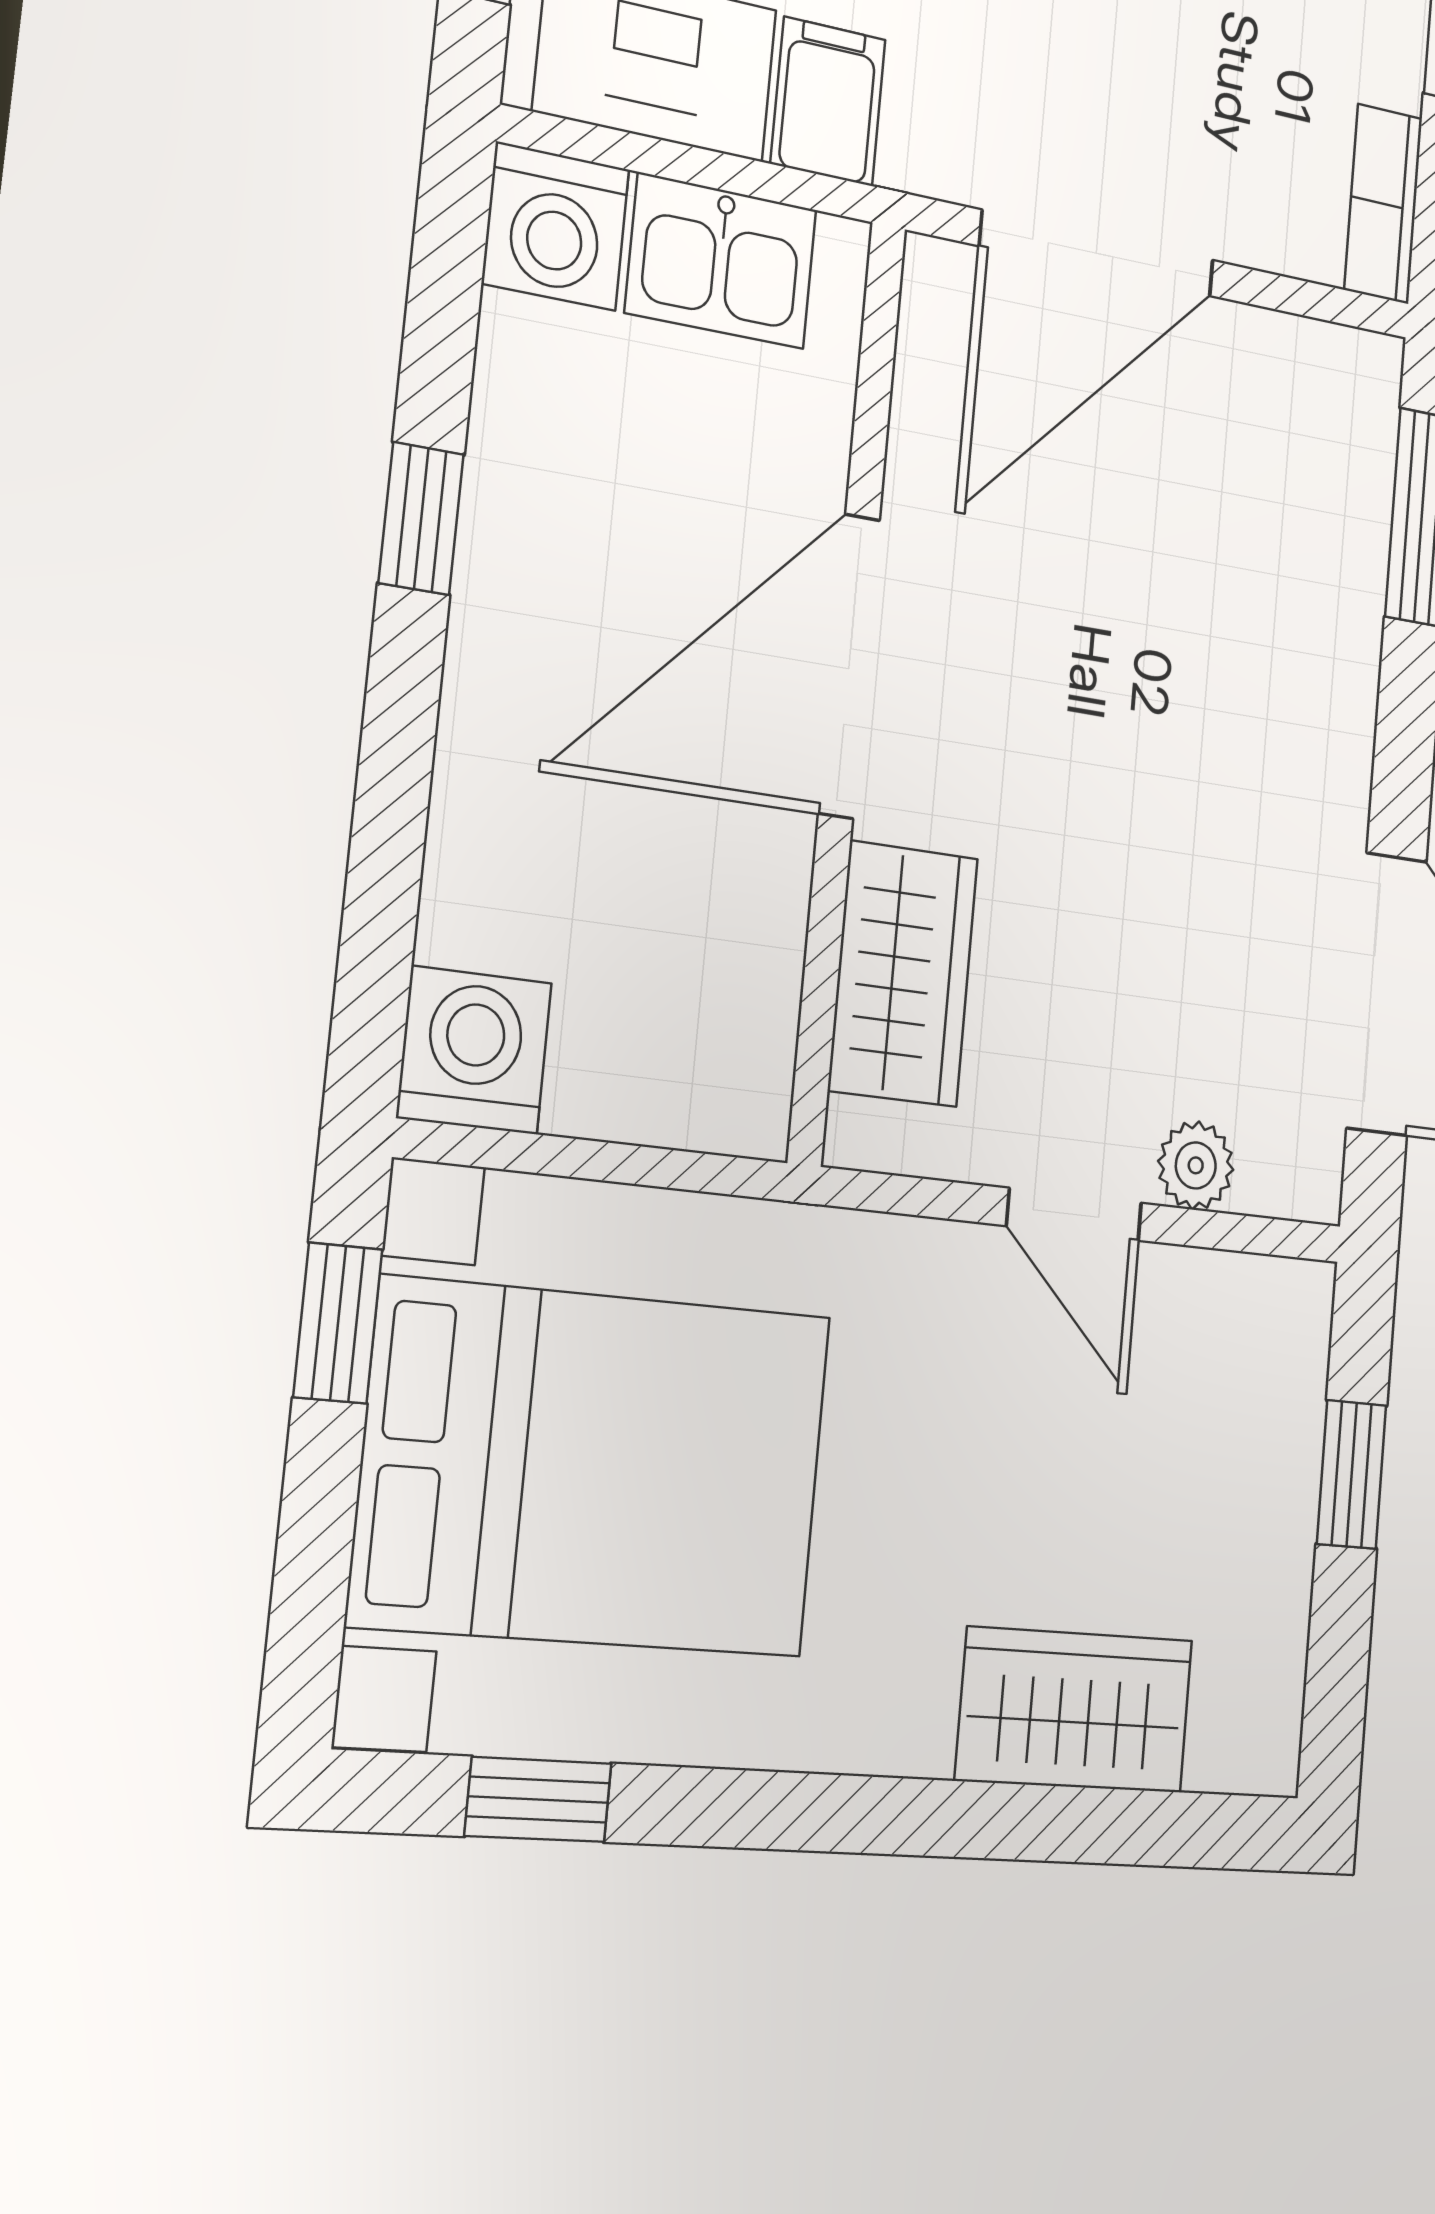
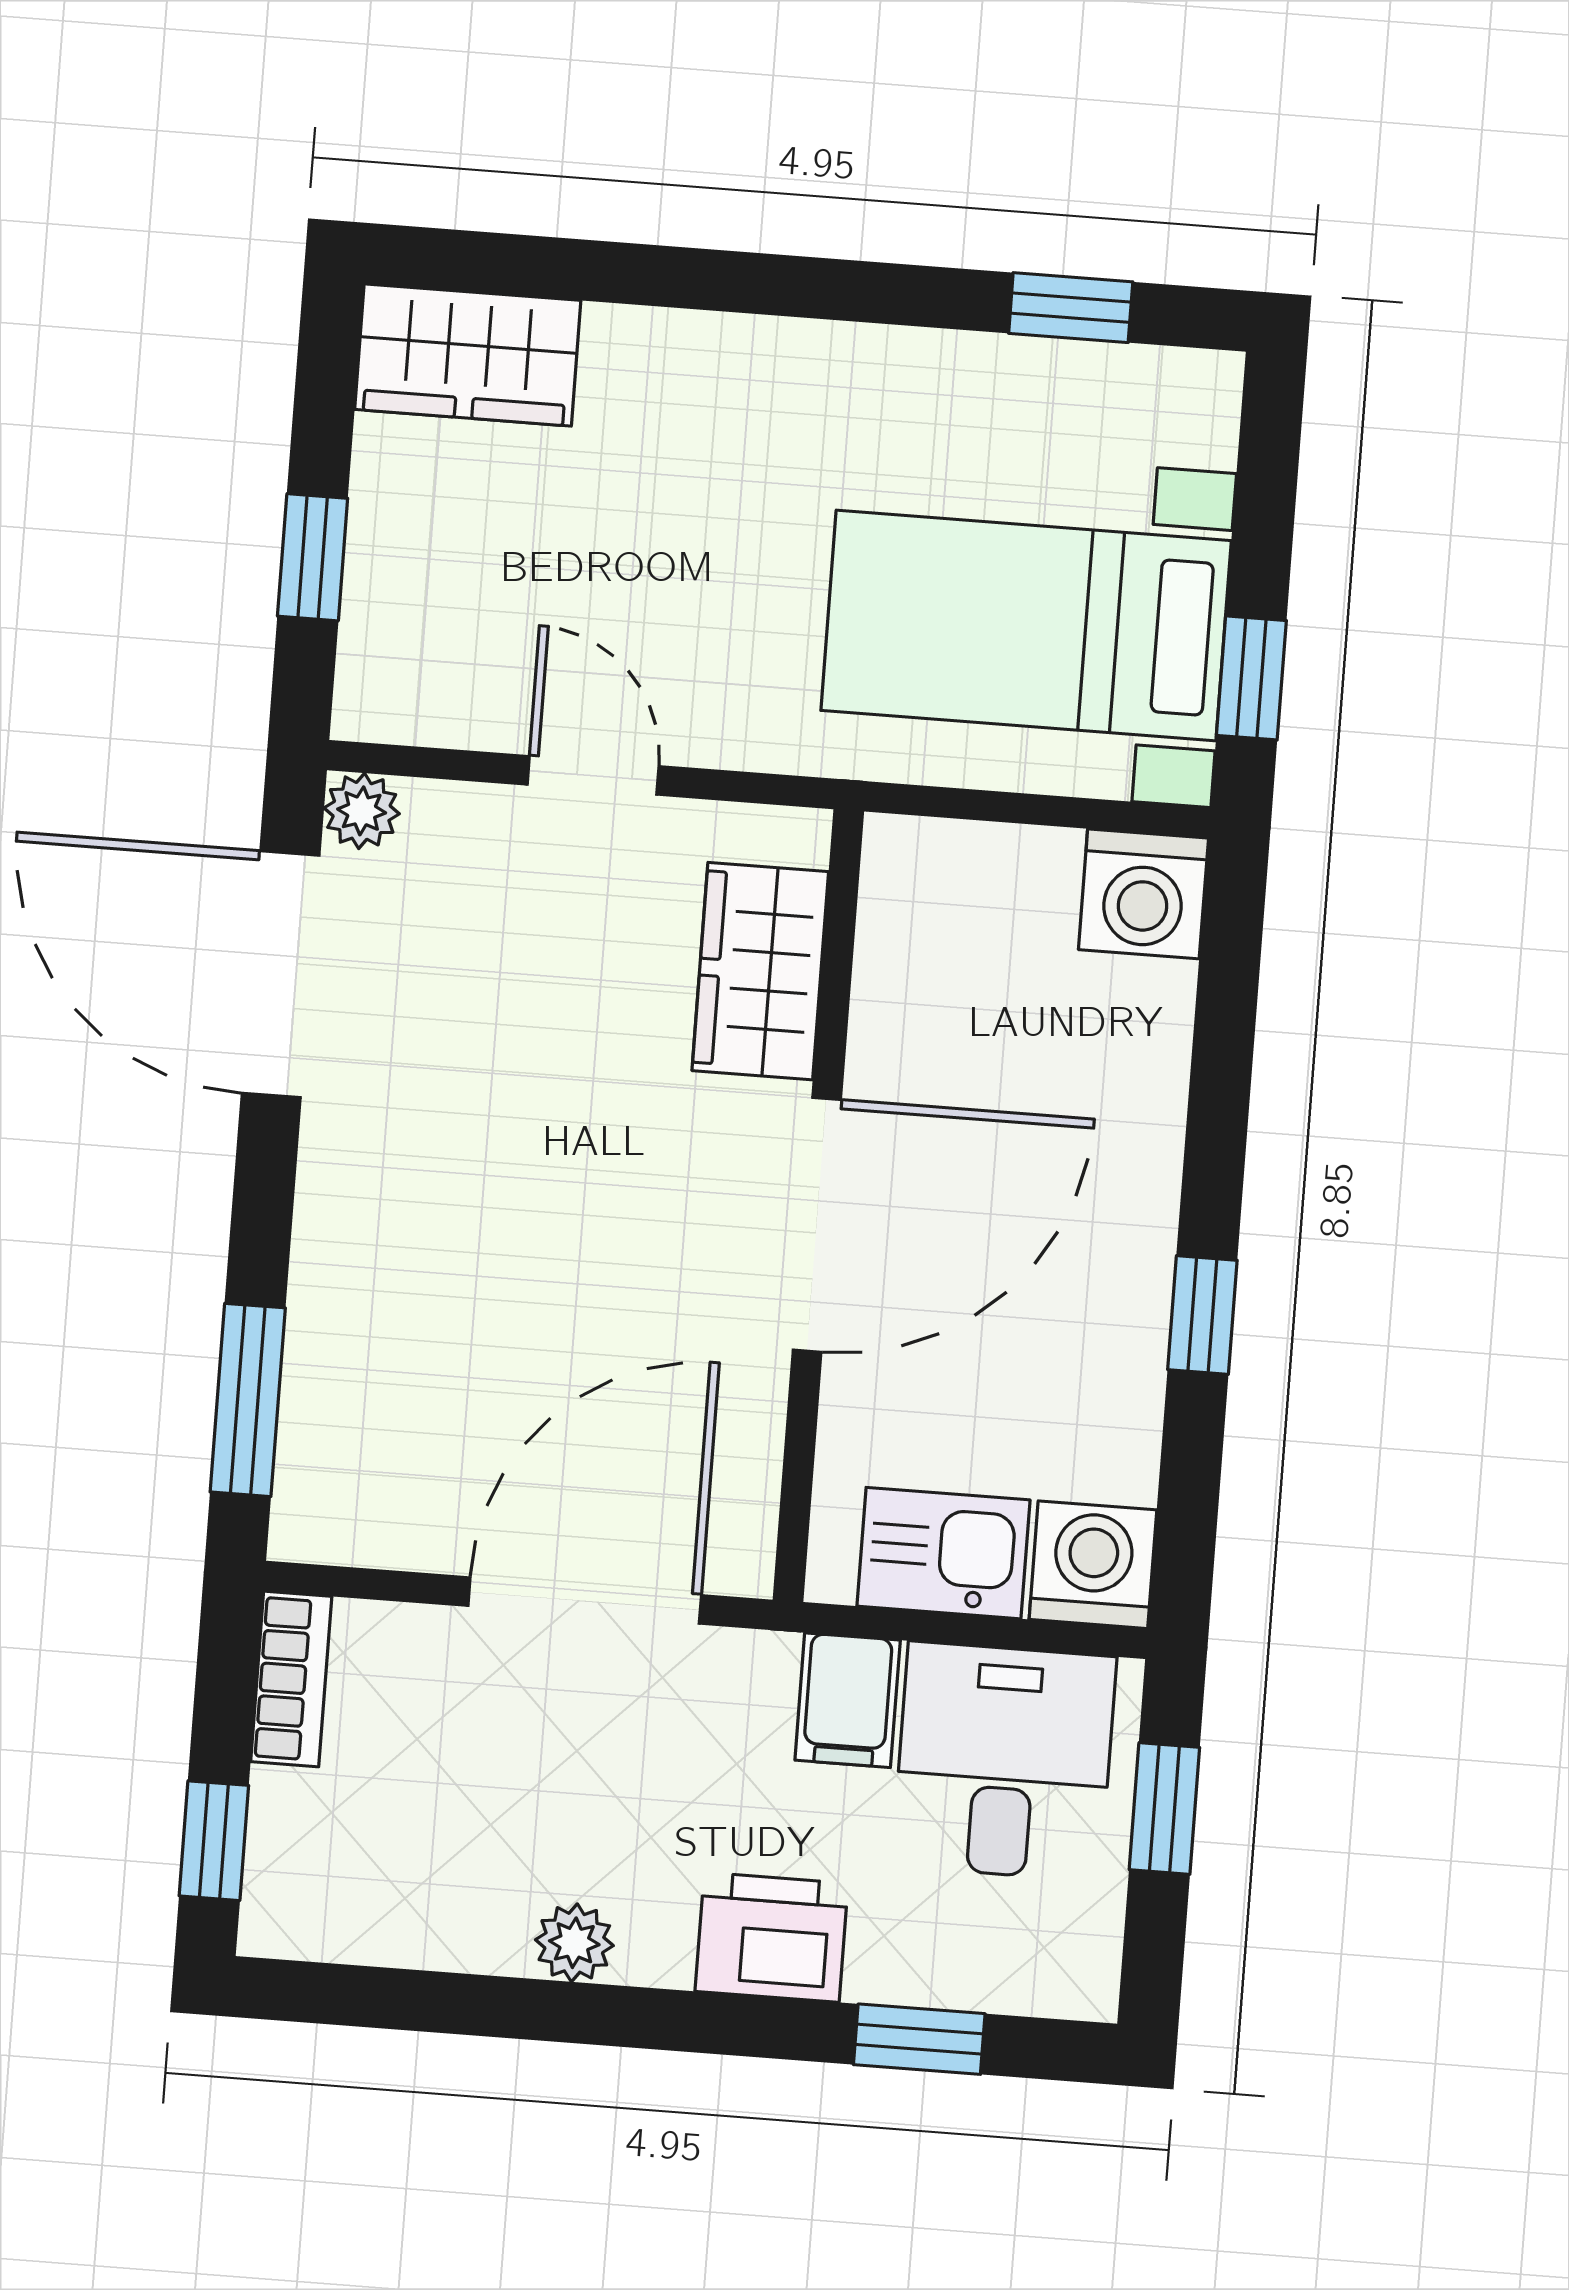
plant: (1196, 1165) -> (362, 811), moved
bed with nightstands: (593, 1468) -> (1026, 626), width x0.73
wardrobe: (1075, 1710) -> (468, 355), moved

